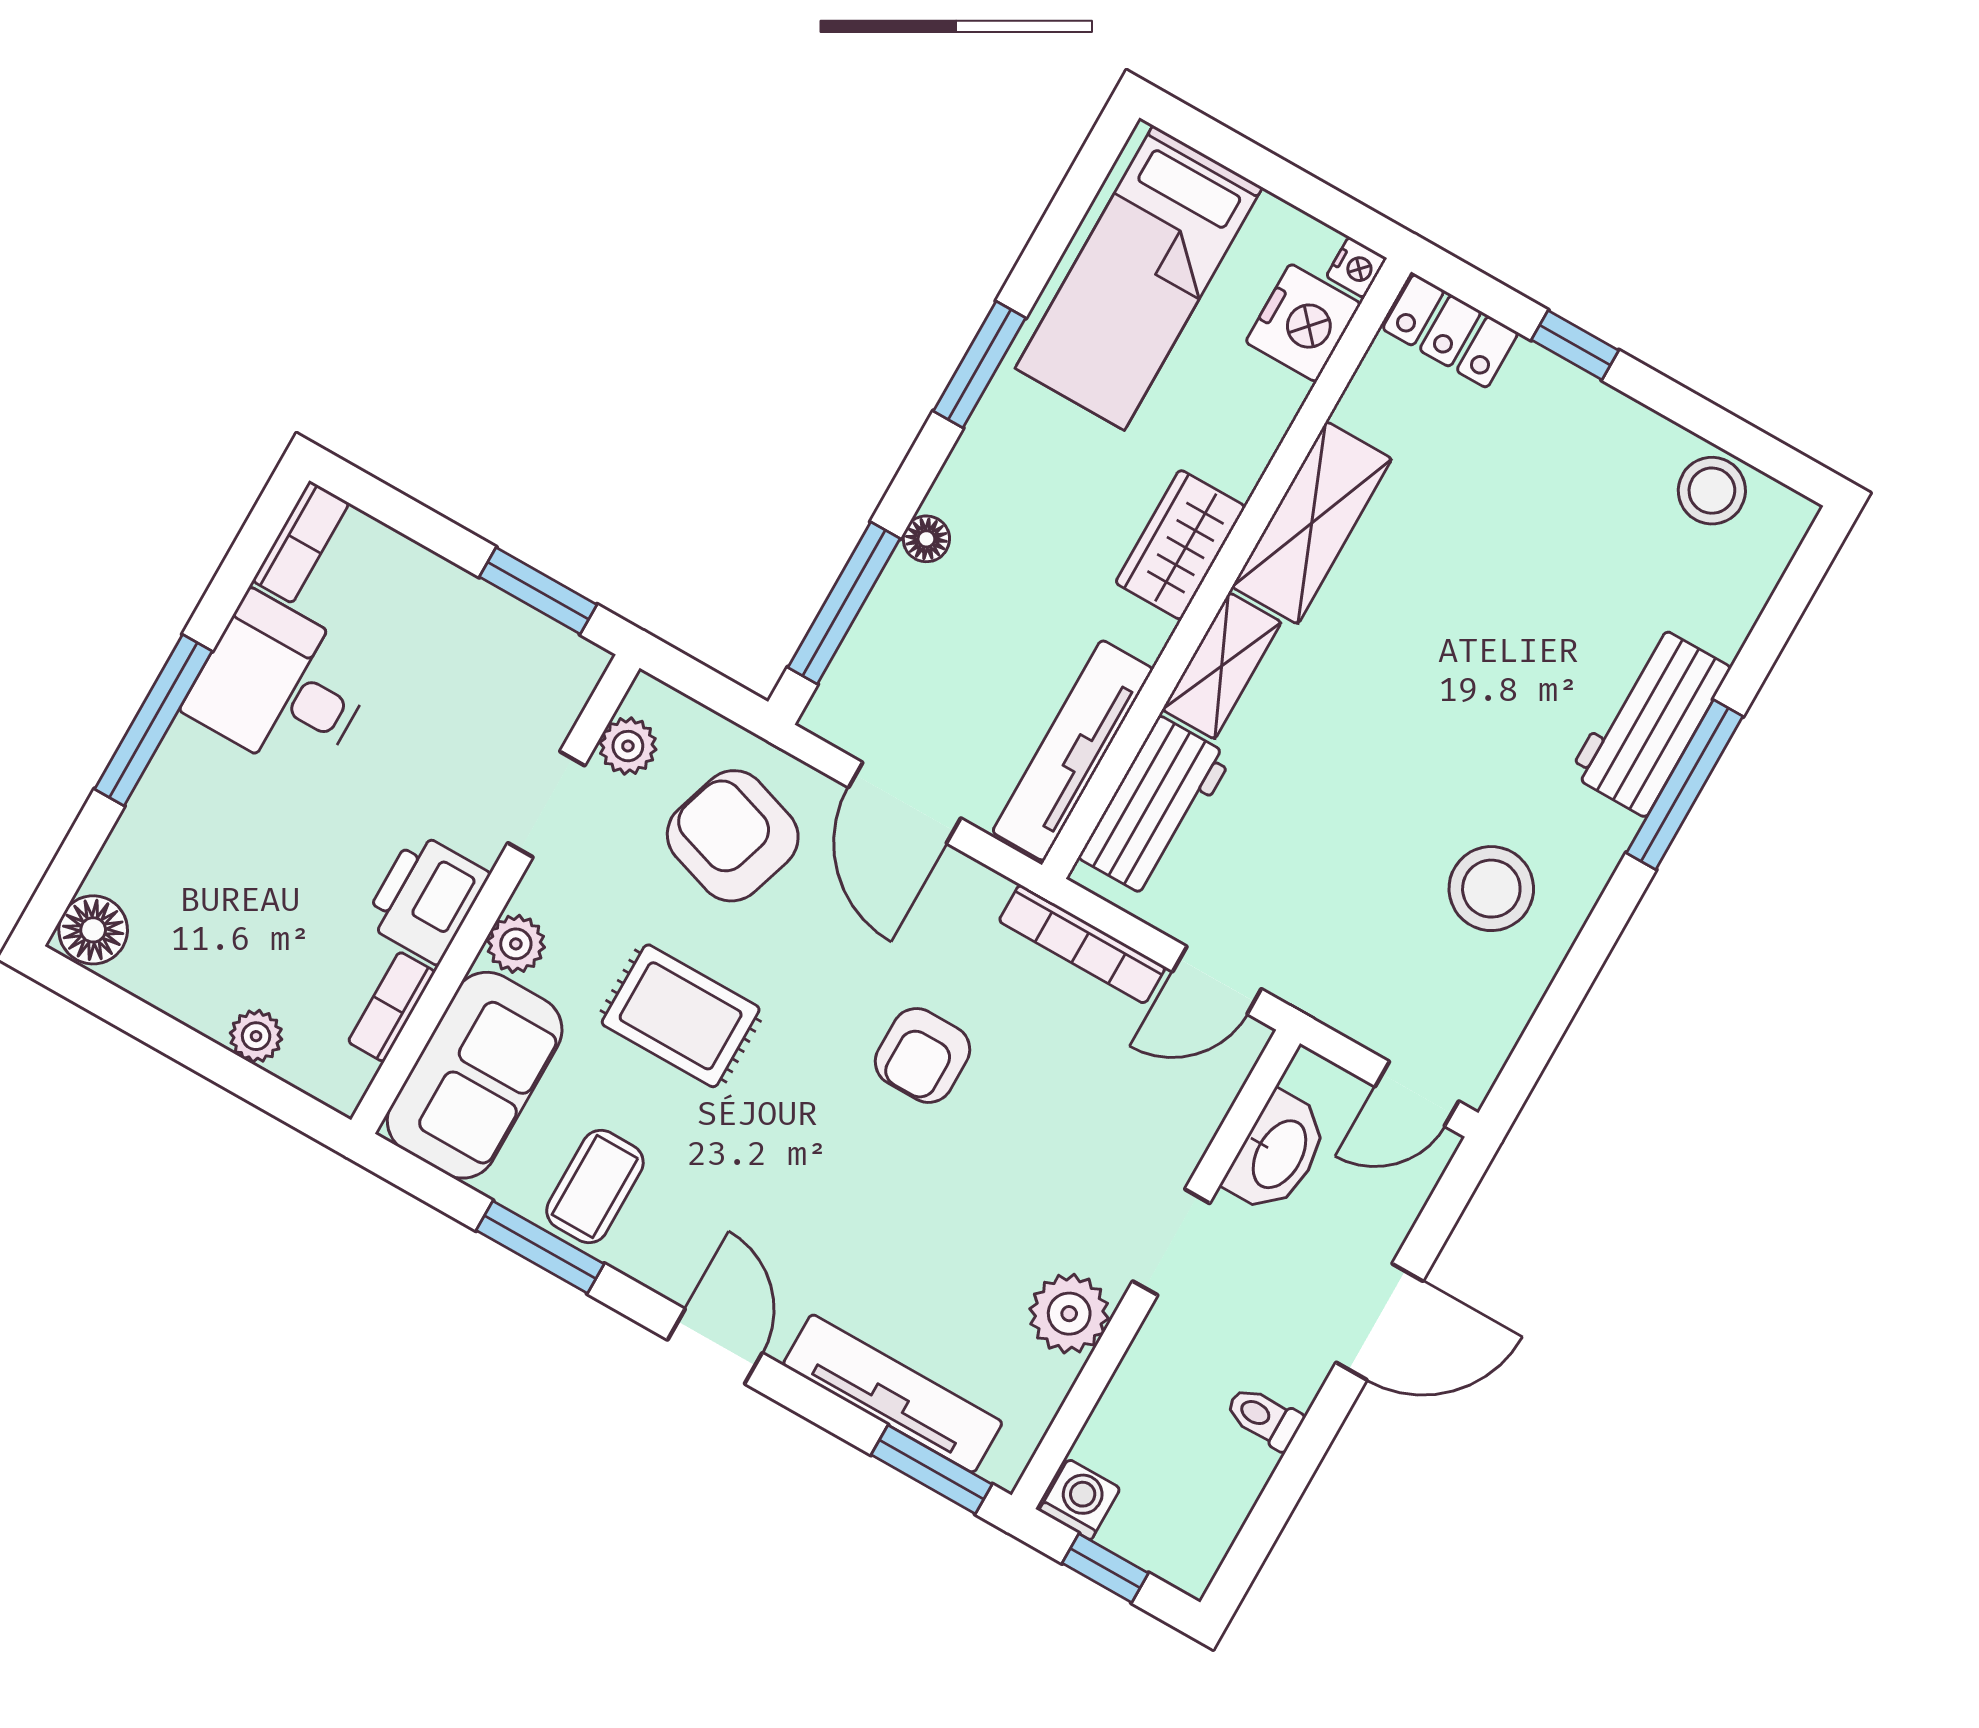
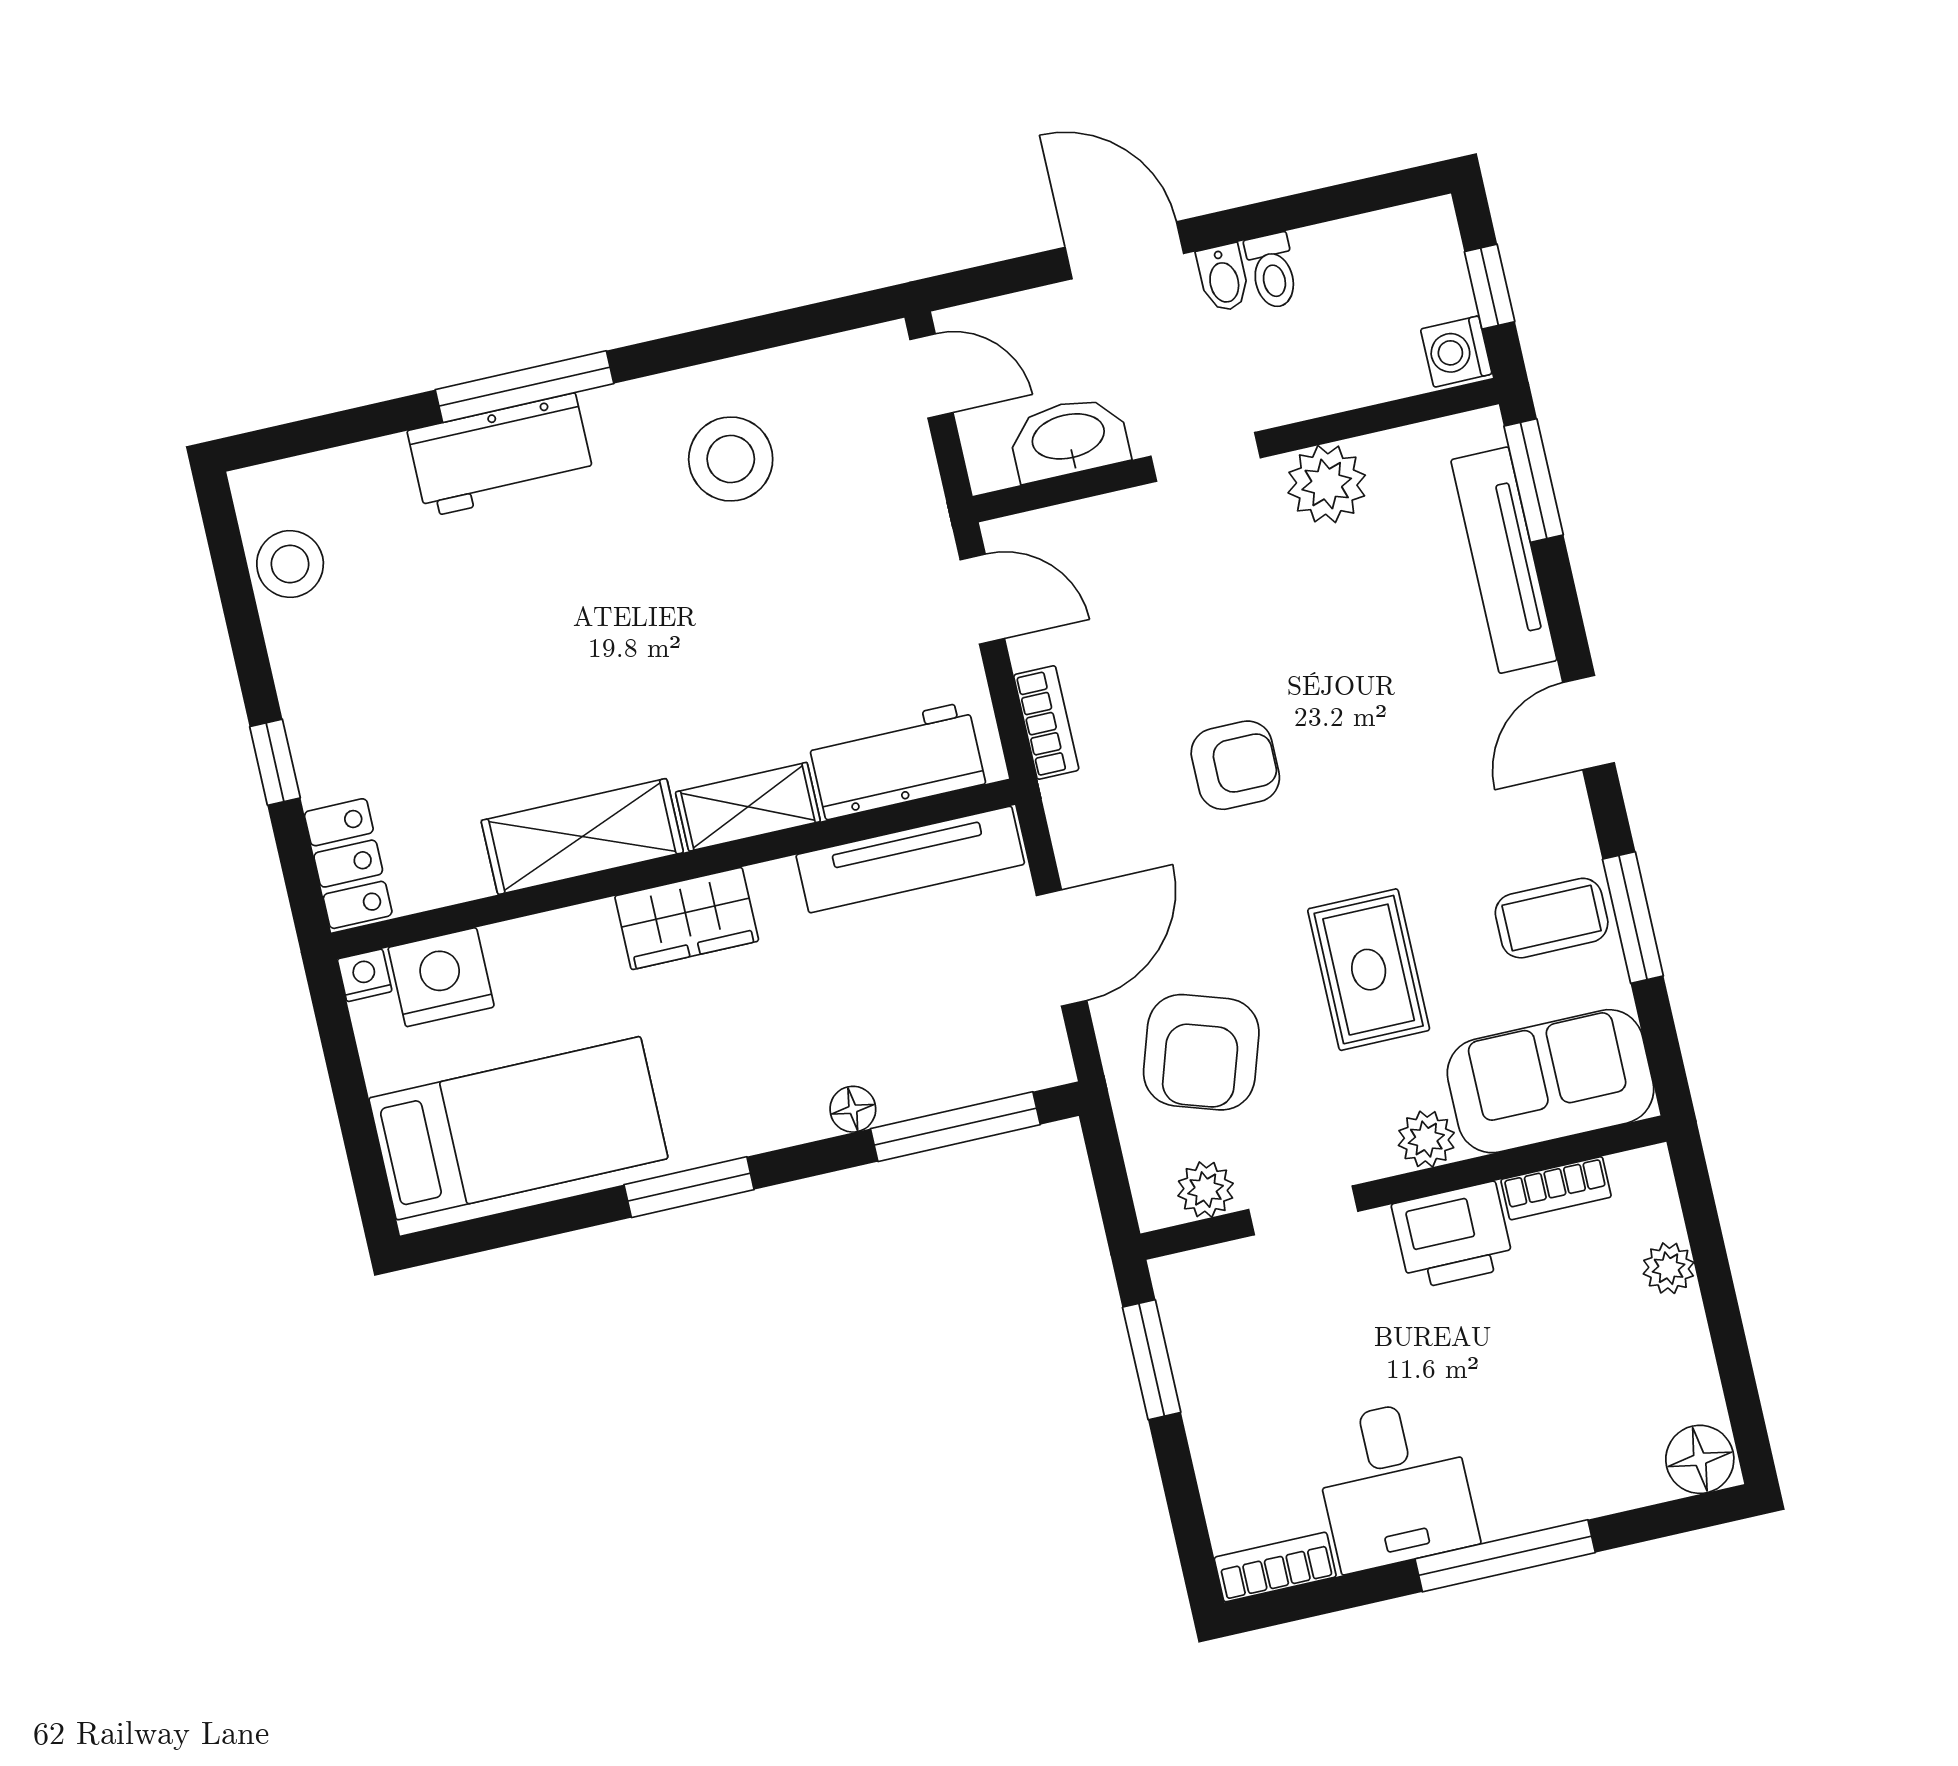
bookcase: (1082, 944) -> (1046, 723), width x0.64
bidet: (1292, 1376) -> (1223, 278), added

